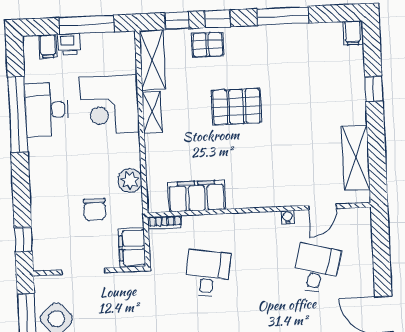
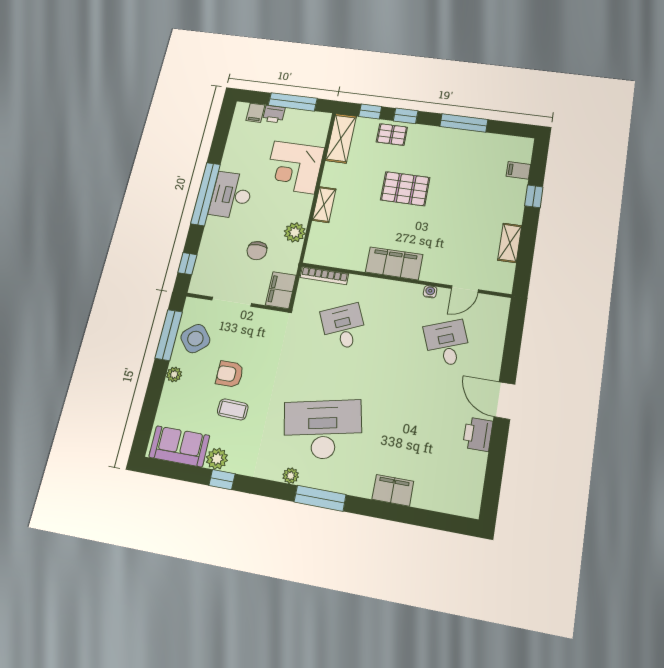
filing cabinet: (353, 33) -> (518, 170), moved, turned 90
desk: (47, 110) -> (231, 195), moved
shelving: (152, 112) -> (324, 205), moved
window: (18, 115) -> (206, 194), moved
shelving: (356, 158) -> (510, 243), width x0.67, depth x0.75
filing cabinet: (197, 196) -> (394, 263), moved
bookcase: (165, 223) -> (324, 276), width x1.56
desk: (316, 269) -> (447, 343), turned -36
desk: (208, 273) -> (344, 327), turned -33

